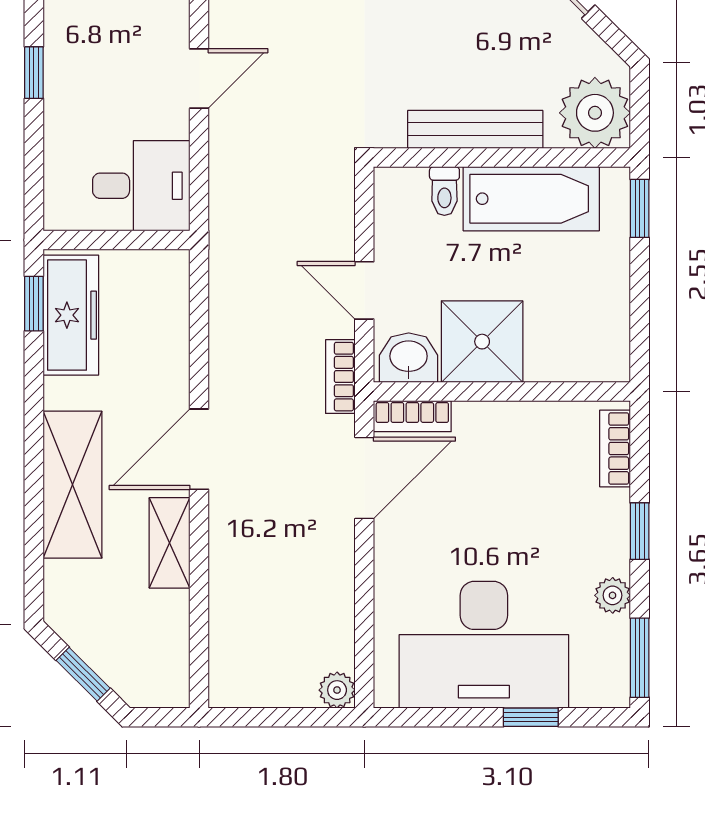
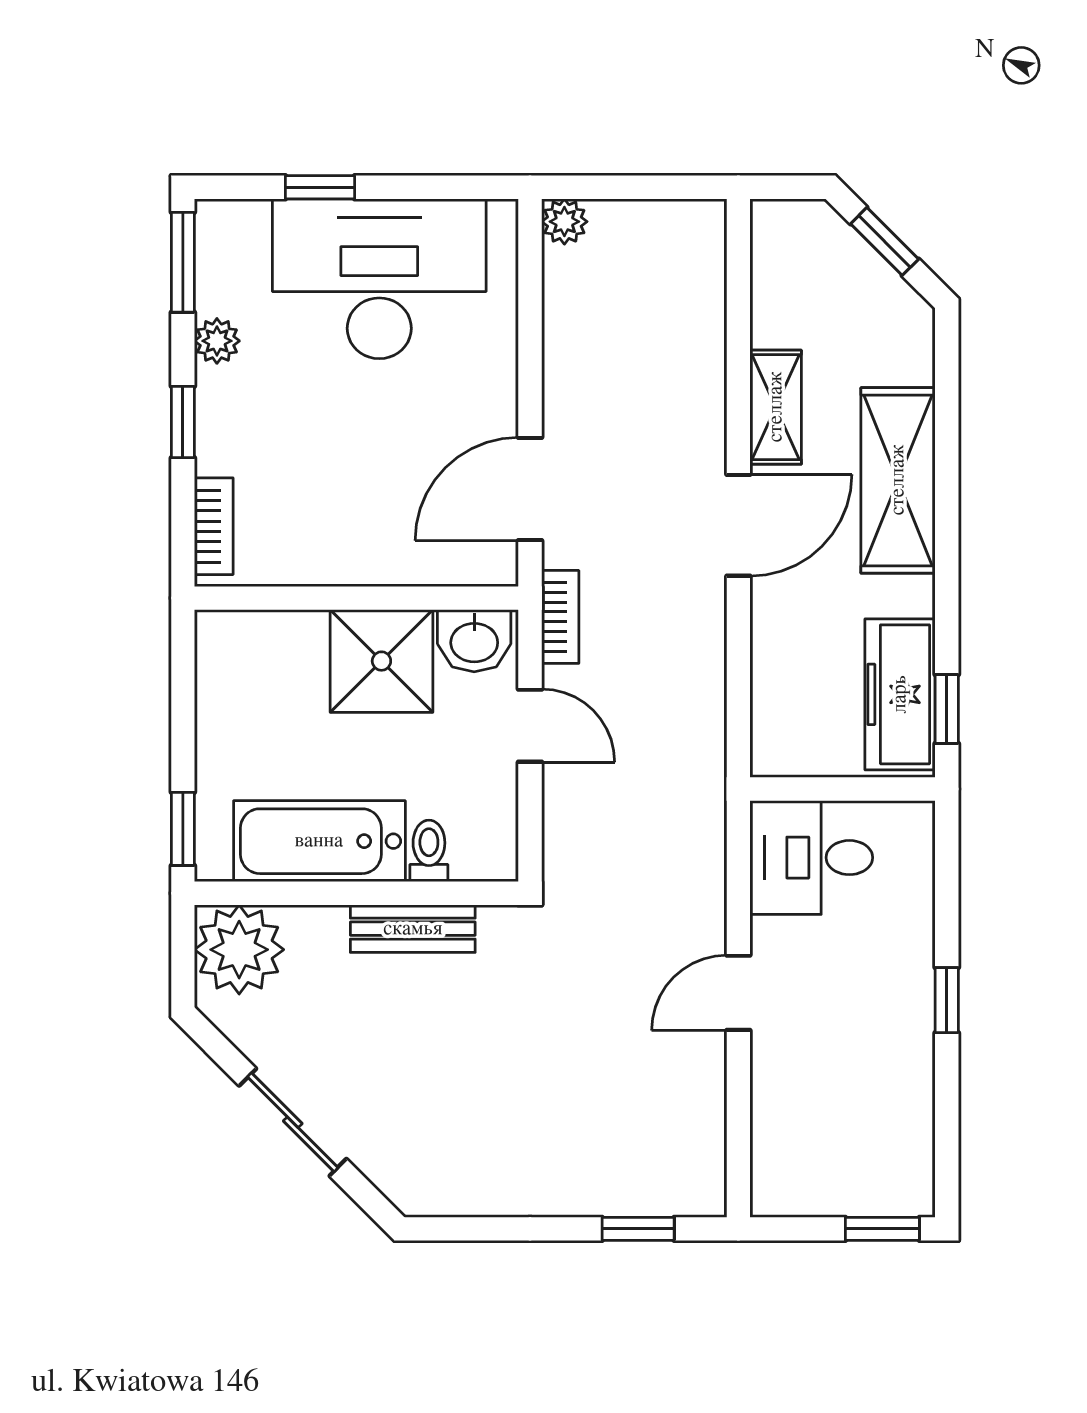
bench: (475, 129) -> (413, 929), width x0.73
bookcase: (412, 416) -> (469, 567), removed

